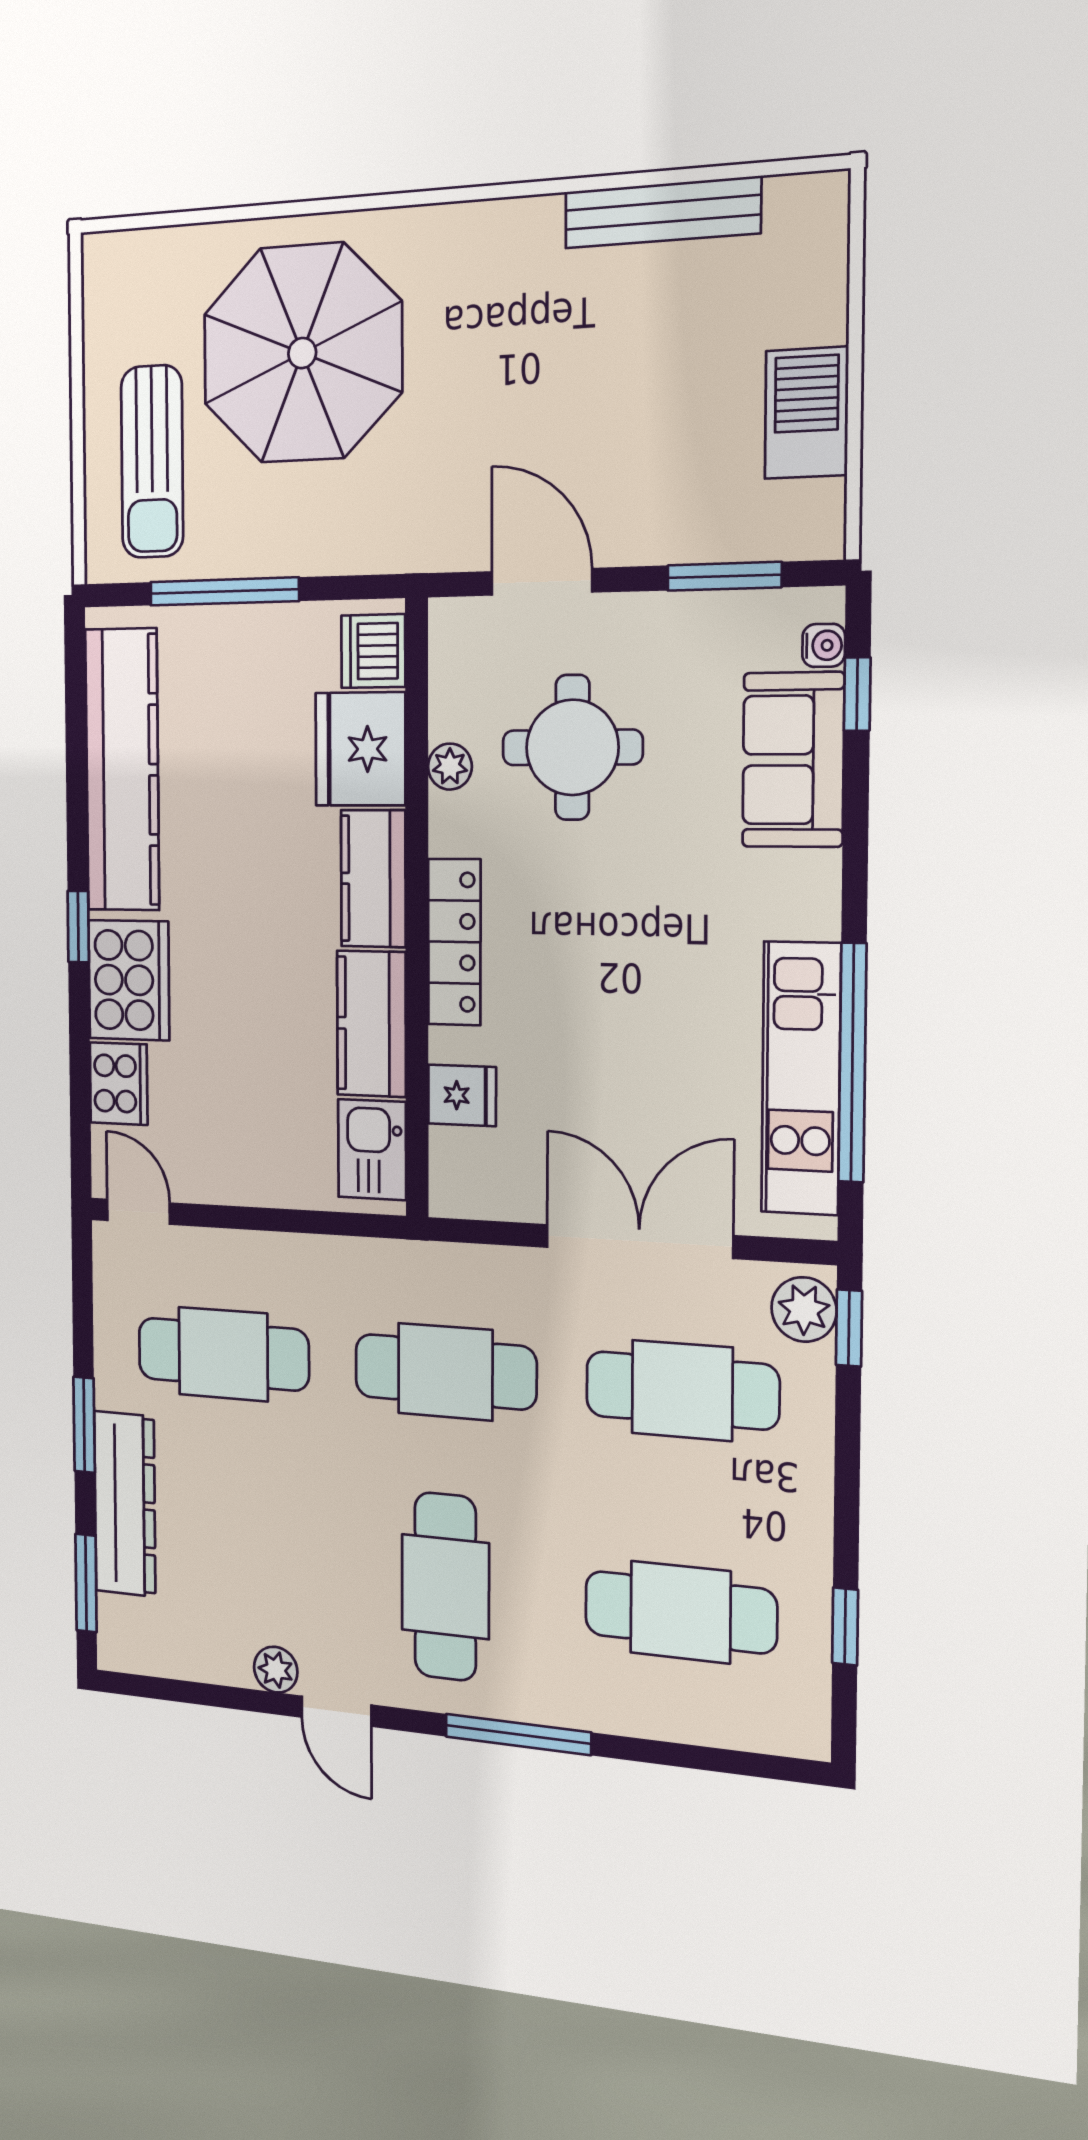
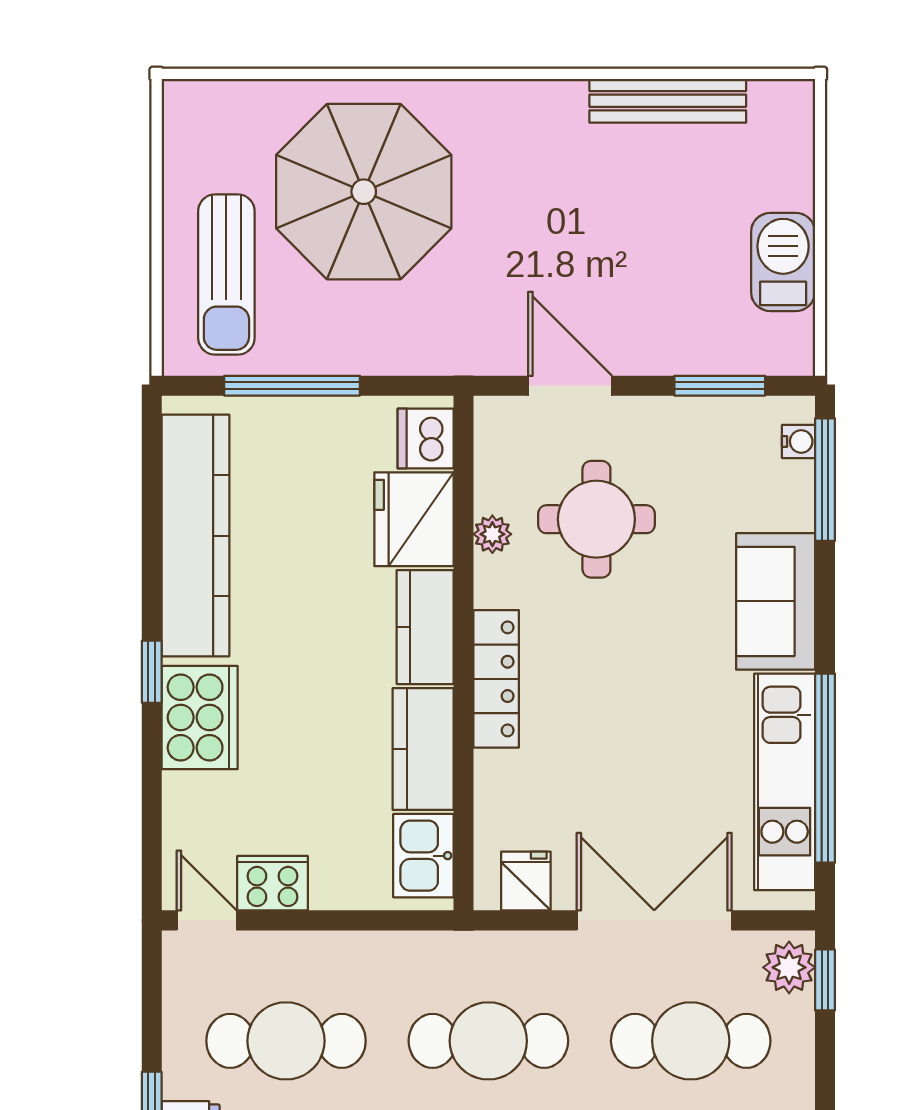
window: (857, 694) -> (825, 480), width x2.17
sofa: (793, 760) -> (776, 601), moved
cooker: (119, 1084) -> (272, 883), moved, turned -90
fridge: (462, 1095) -> (526, 881), moved, turned -90

